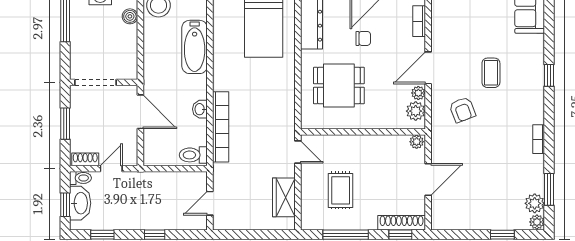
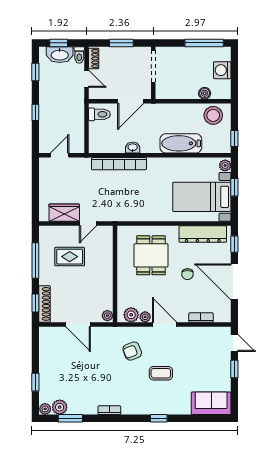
door: (298, 152) -> (88, 224), moved
toilet: (193, 155) -> (99, 114), moved, turned 90
door: (210, 203) -> (60, 155), hinge flipped

